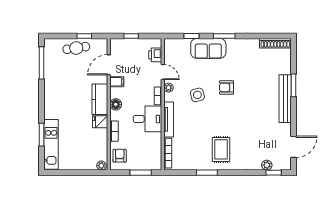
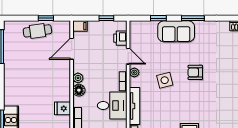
window: (131, 36) -> (106, 18), moved
filing cabinet: (117, 82) -> (80, 26), moved
plant: (115, 93) -> (78, 78), added
kitchen counter: (100, 99) -> (62, 85), removed

